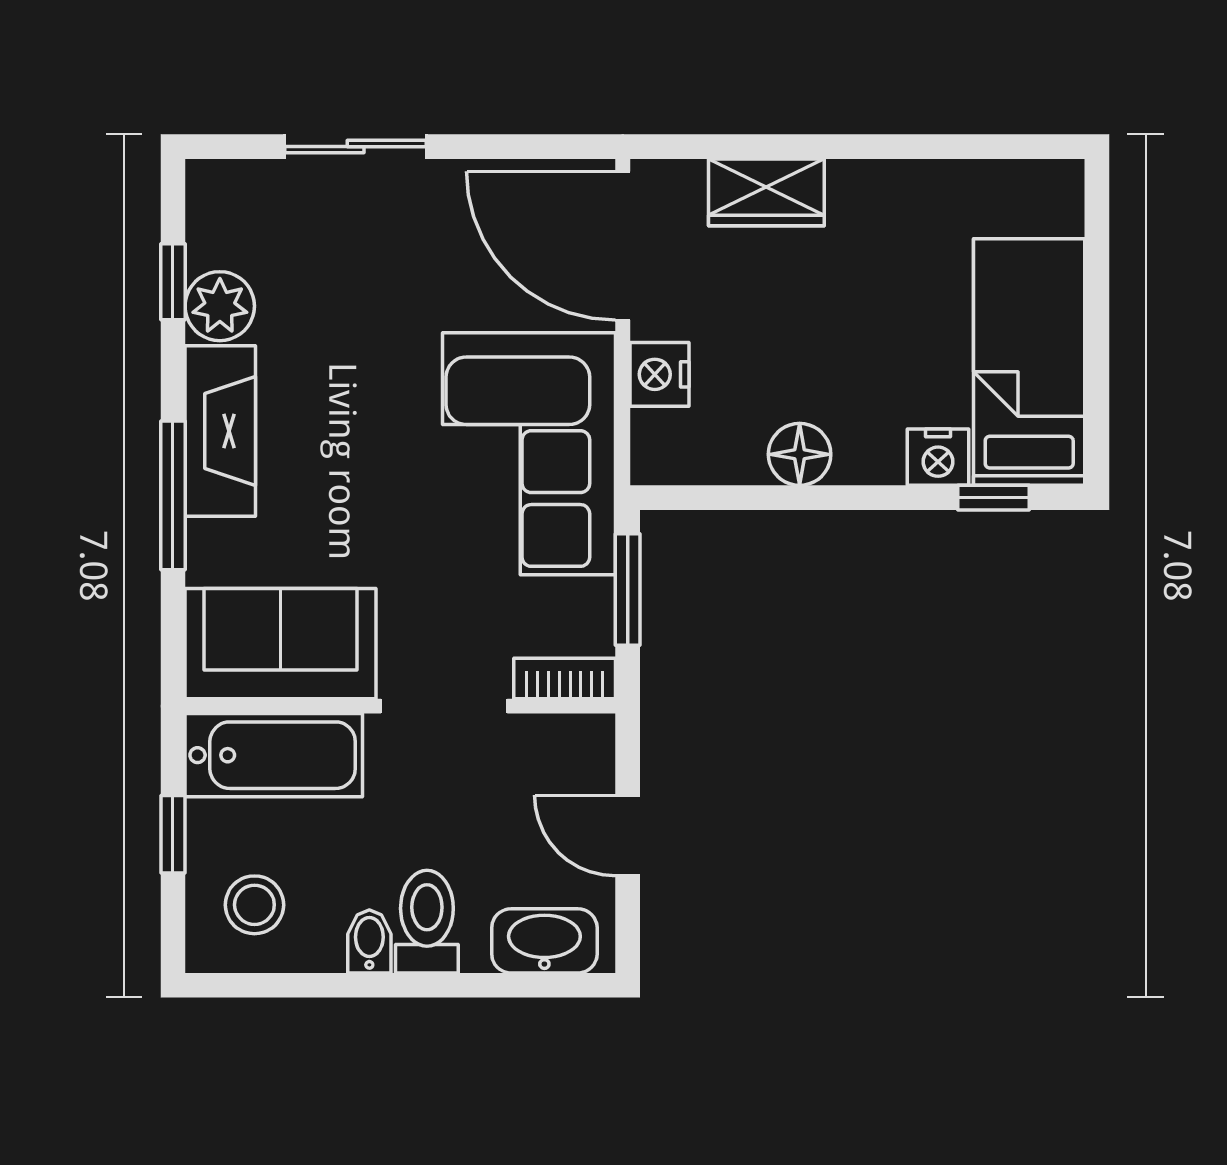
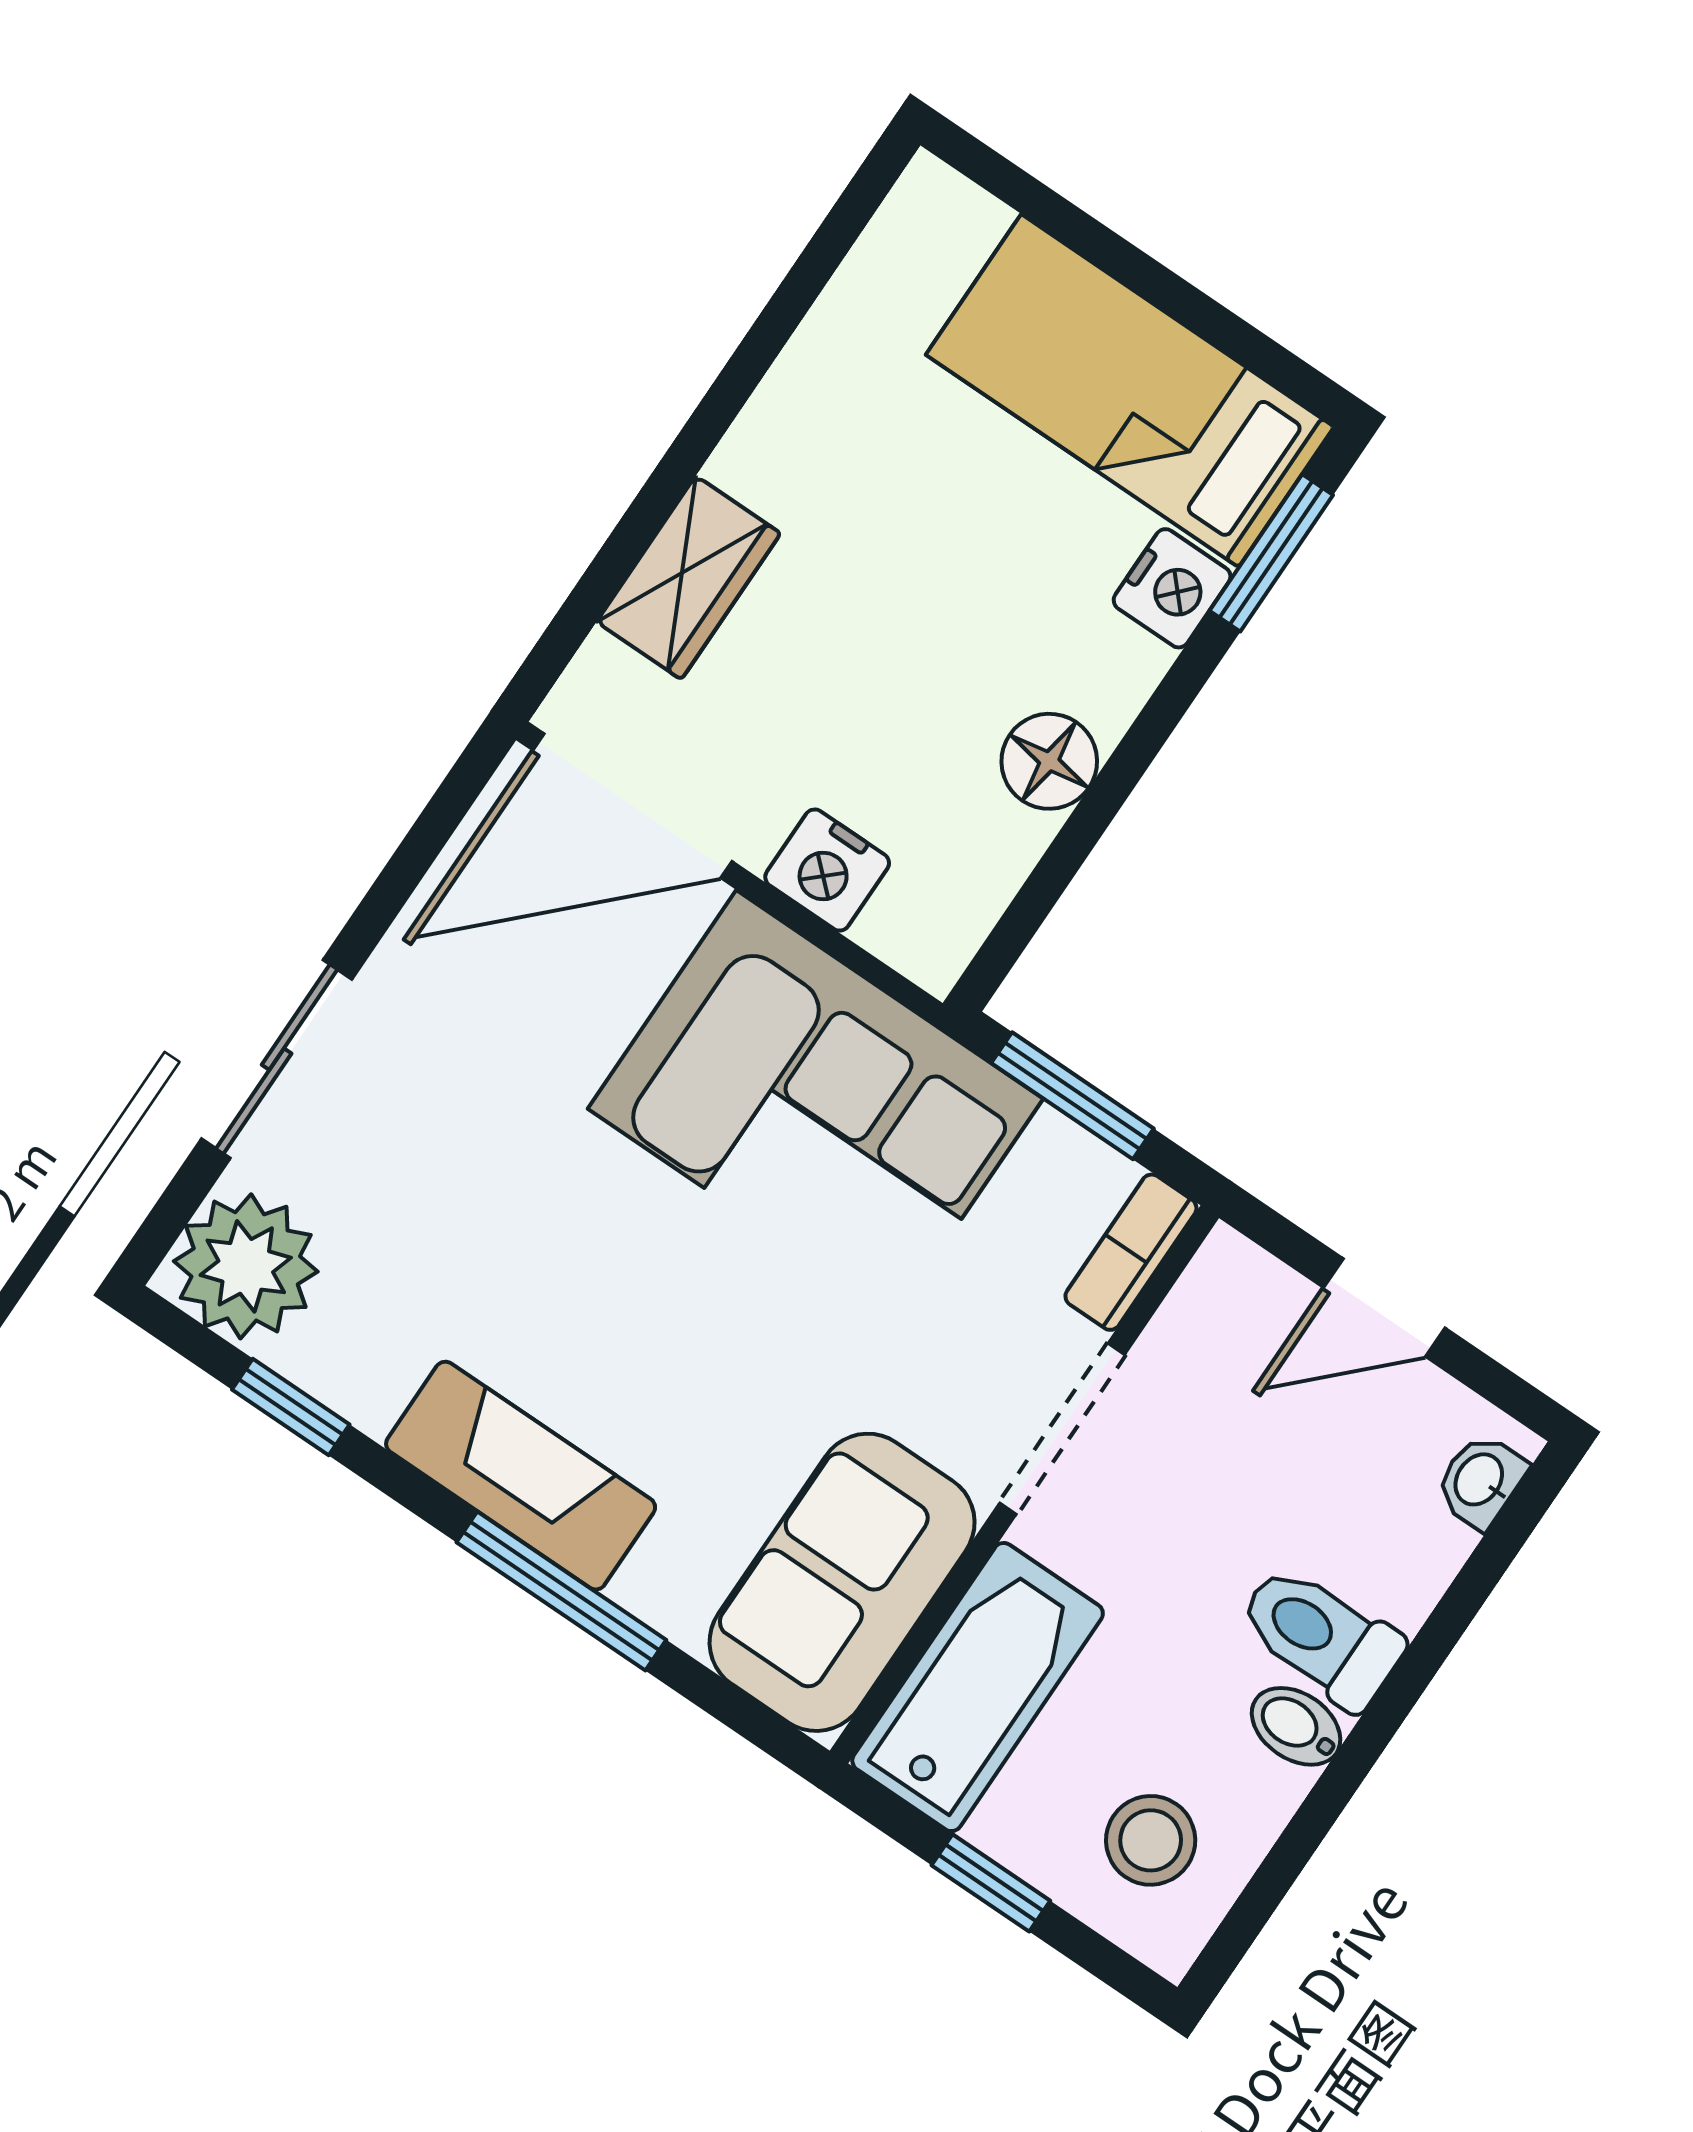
plant: (220, 306) -> (246, 1266), moved, width x1.36, depth x1.36
window: (994, 498) -> (1271, 553), width x1.50
washbasin: (544, 941) -> (1480, 1481), width x0.52, depth x0.69

